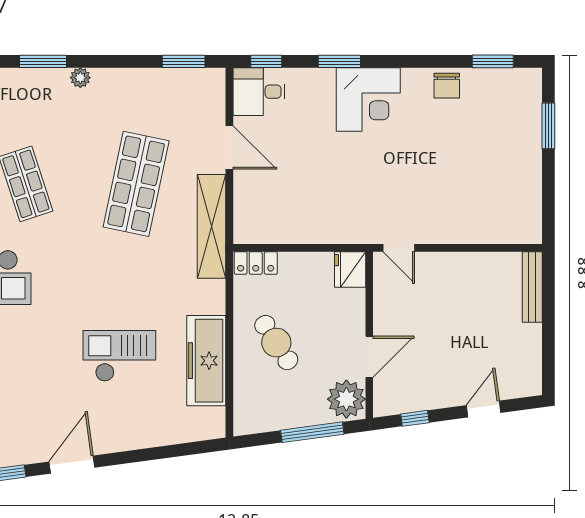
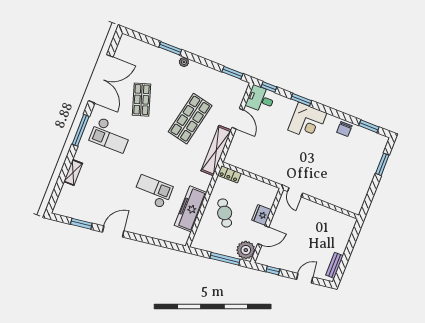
fridge: (350, 269) -> (261, 215), moved
bench: (532, 287) -> (335, 265), moved, width x0.73

